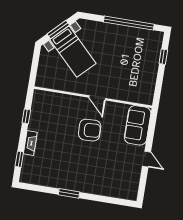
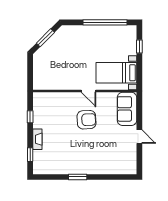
bed with nightstands: (73, 52) -> (116, 73), moved, turned 135

